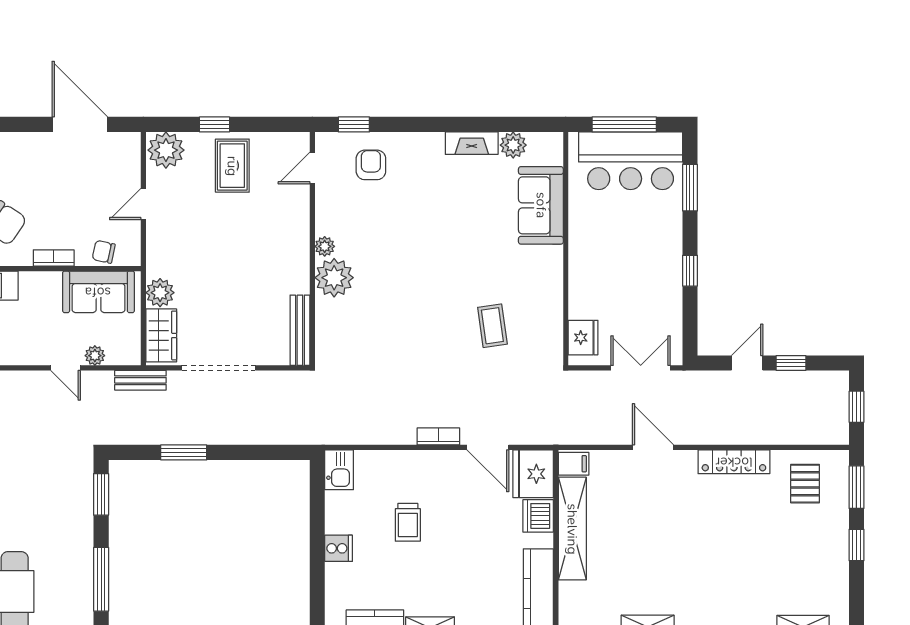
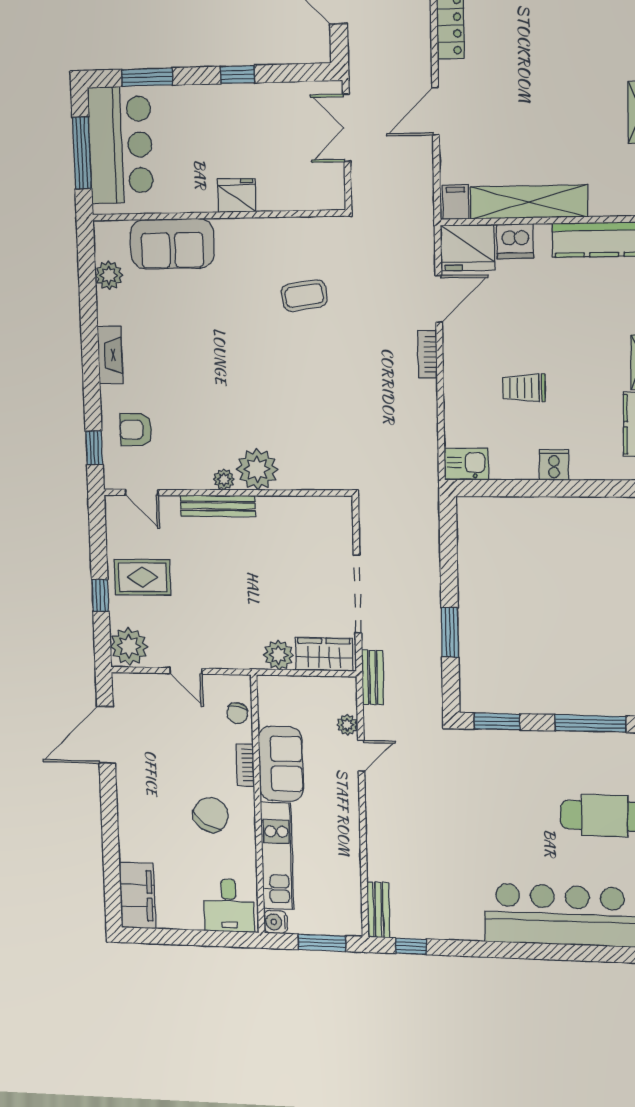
fireplace: (472, 143) -> (110, 355), moved
sofa: (98, 292) -> (281, 764), moved
bench: (300, 330) -> (218, 506), moved
fridge: (583, 338) -> (237, 195), moved
trolley: (408, 522) -> (524, 388), turned 180

